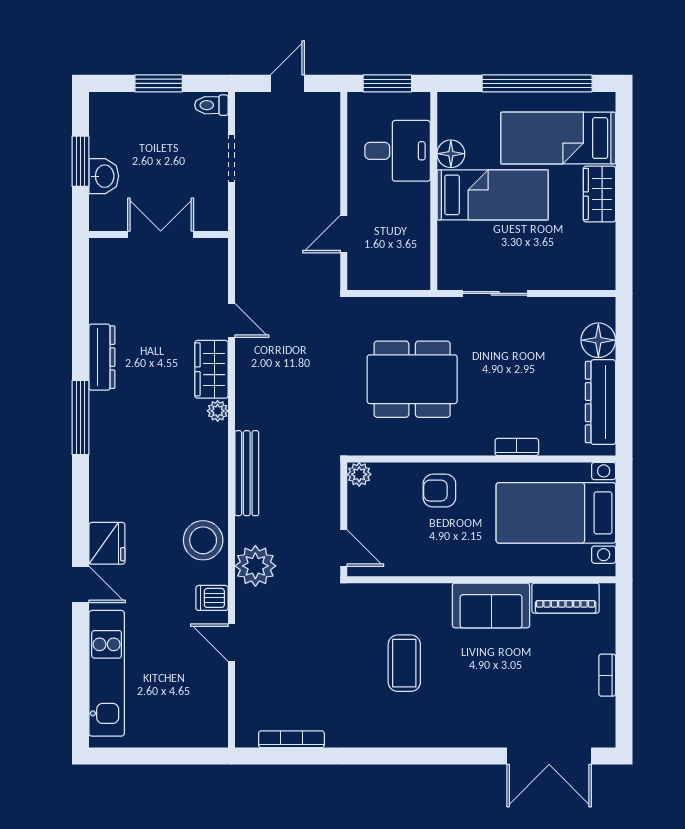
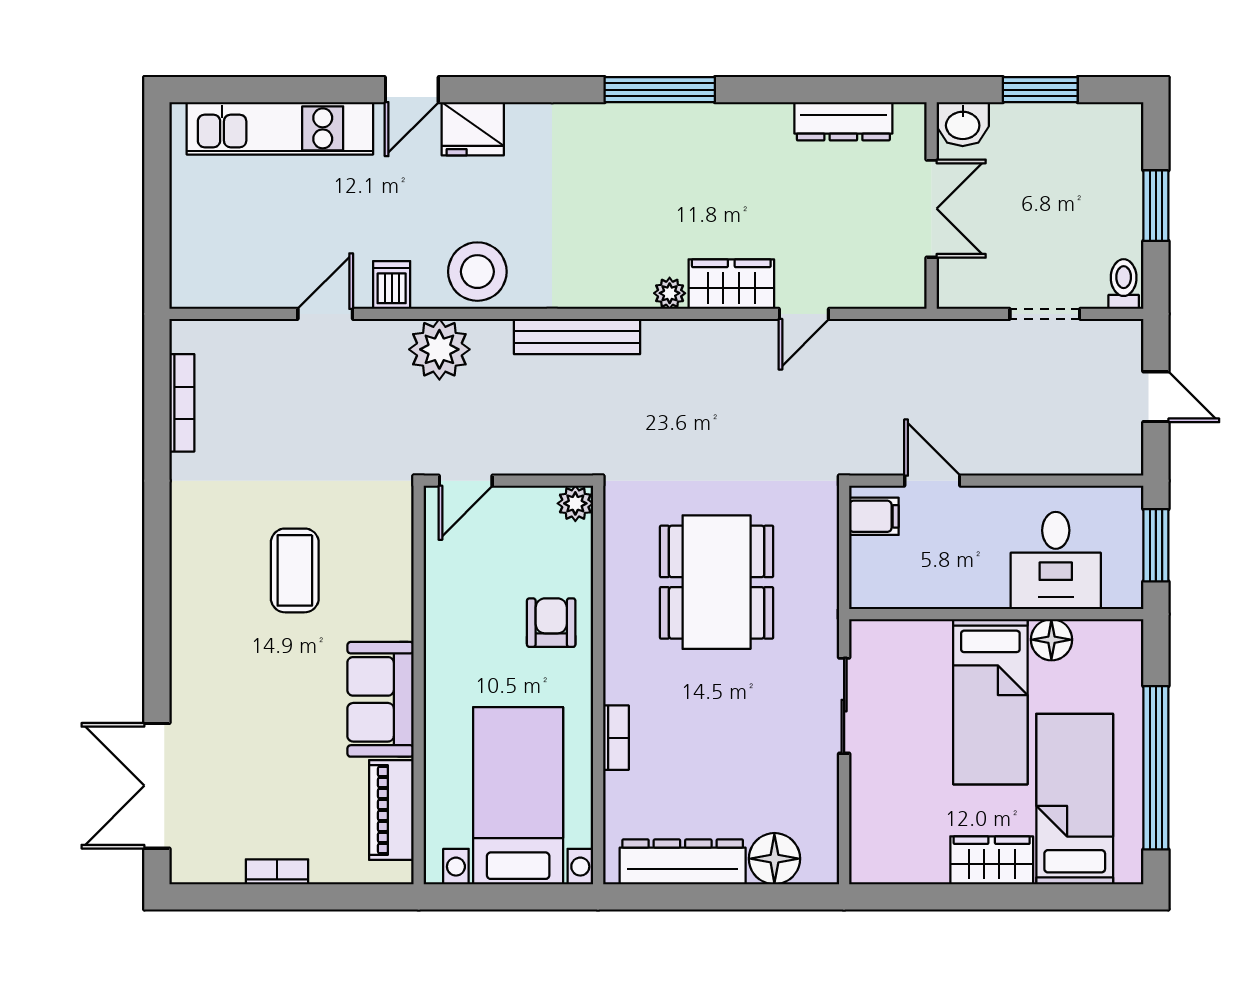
washbasin: (104, 176) -> (963, 124), moved
filing cabinet: (368, 273) -> (874, 516), added
dresser: (102, 357) -> (843, 121), moved
coffee table: (404, 663) -> (295, 570), turned 90

